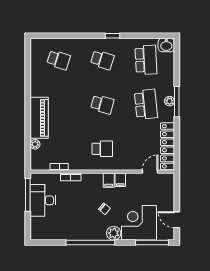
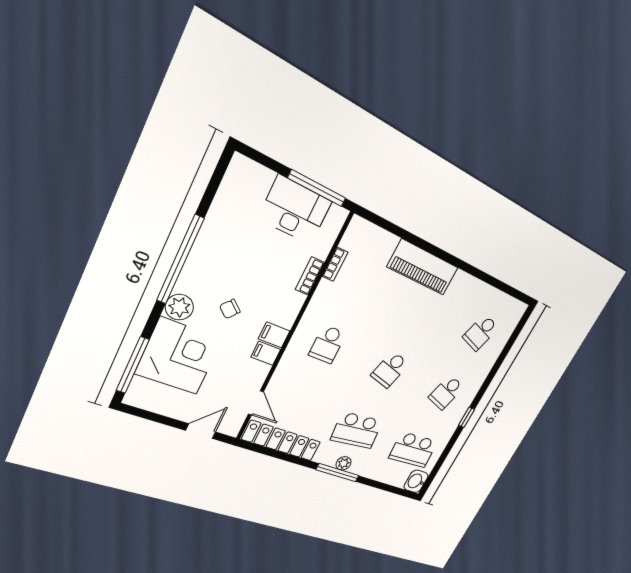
plant: (35, 144) -> (389, 242), removed
door: (177, 220) -> (201, 431), moved

